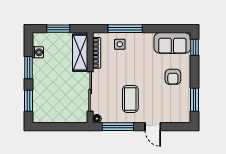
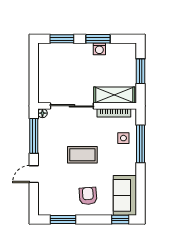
washing machine: (38, 52) -> (99, 49), moved
armchair: (173, 77) -> (88, 196), turned 86
coffee table: (130, 99) -> (82, 155), moved

